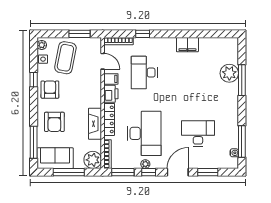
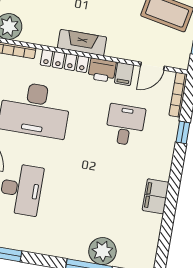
desk: (144, 73) -> (125, 125), width x0.73
fireplace: (95, 124) -> (82, 43), moved

